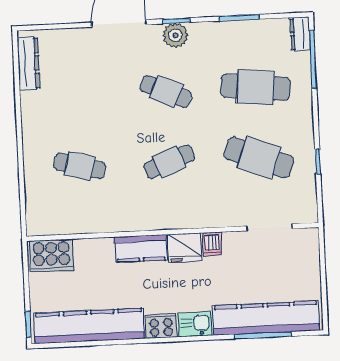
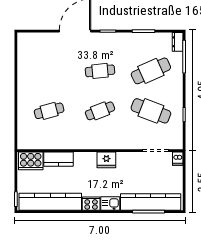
plant: (175, 35) -> (107, 39), removed
dresser: (28, 63) -> (23, 51), removed
cafe table: (256, 87) -> (151, 71), turned -30
cafe table: (166, 91) -> (100, 71), turned -30
cafe table: (80, 166) -> (49, 111), turned -30
dishwasher: (212, 244) -> (178, 159), moved
kitchen counter: (141, 248) -> (58, 159), moved

